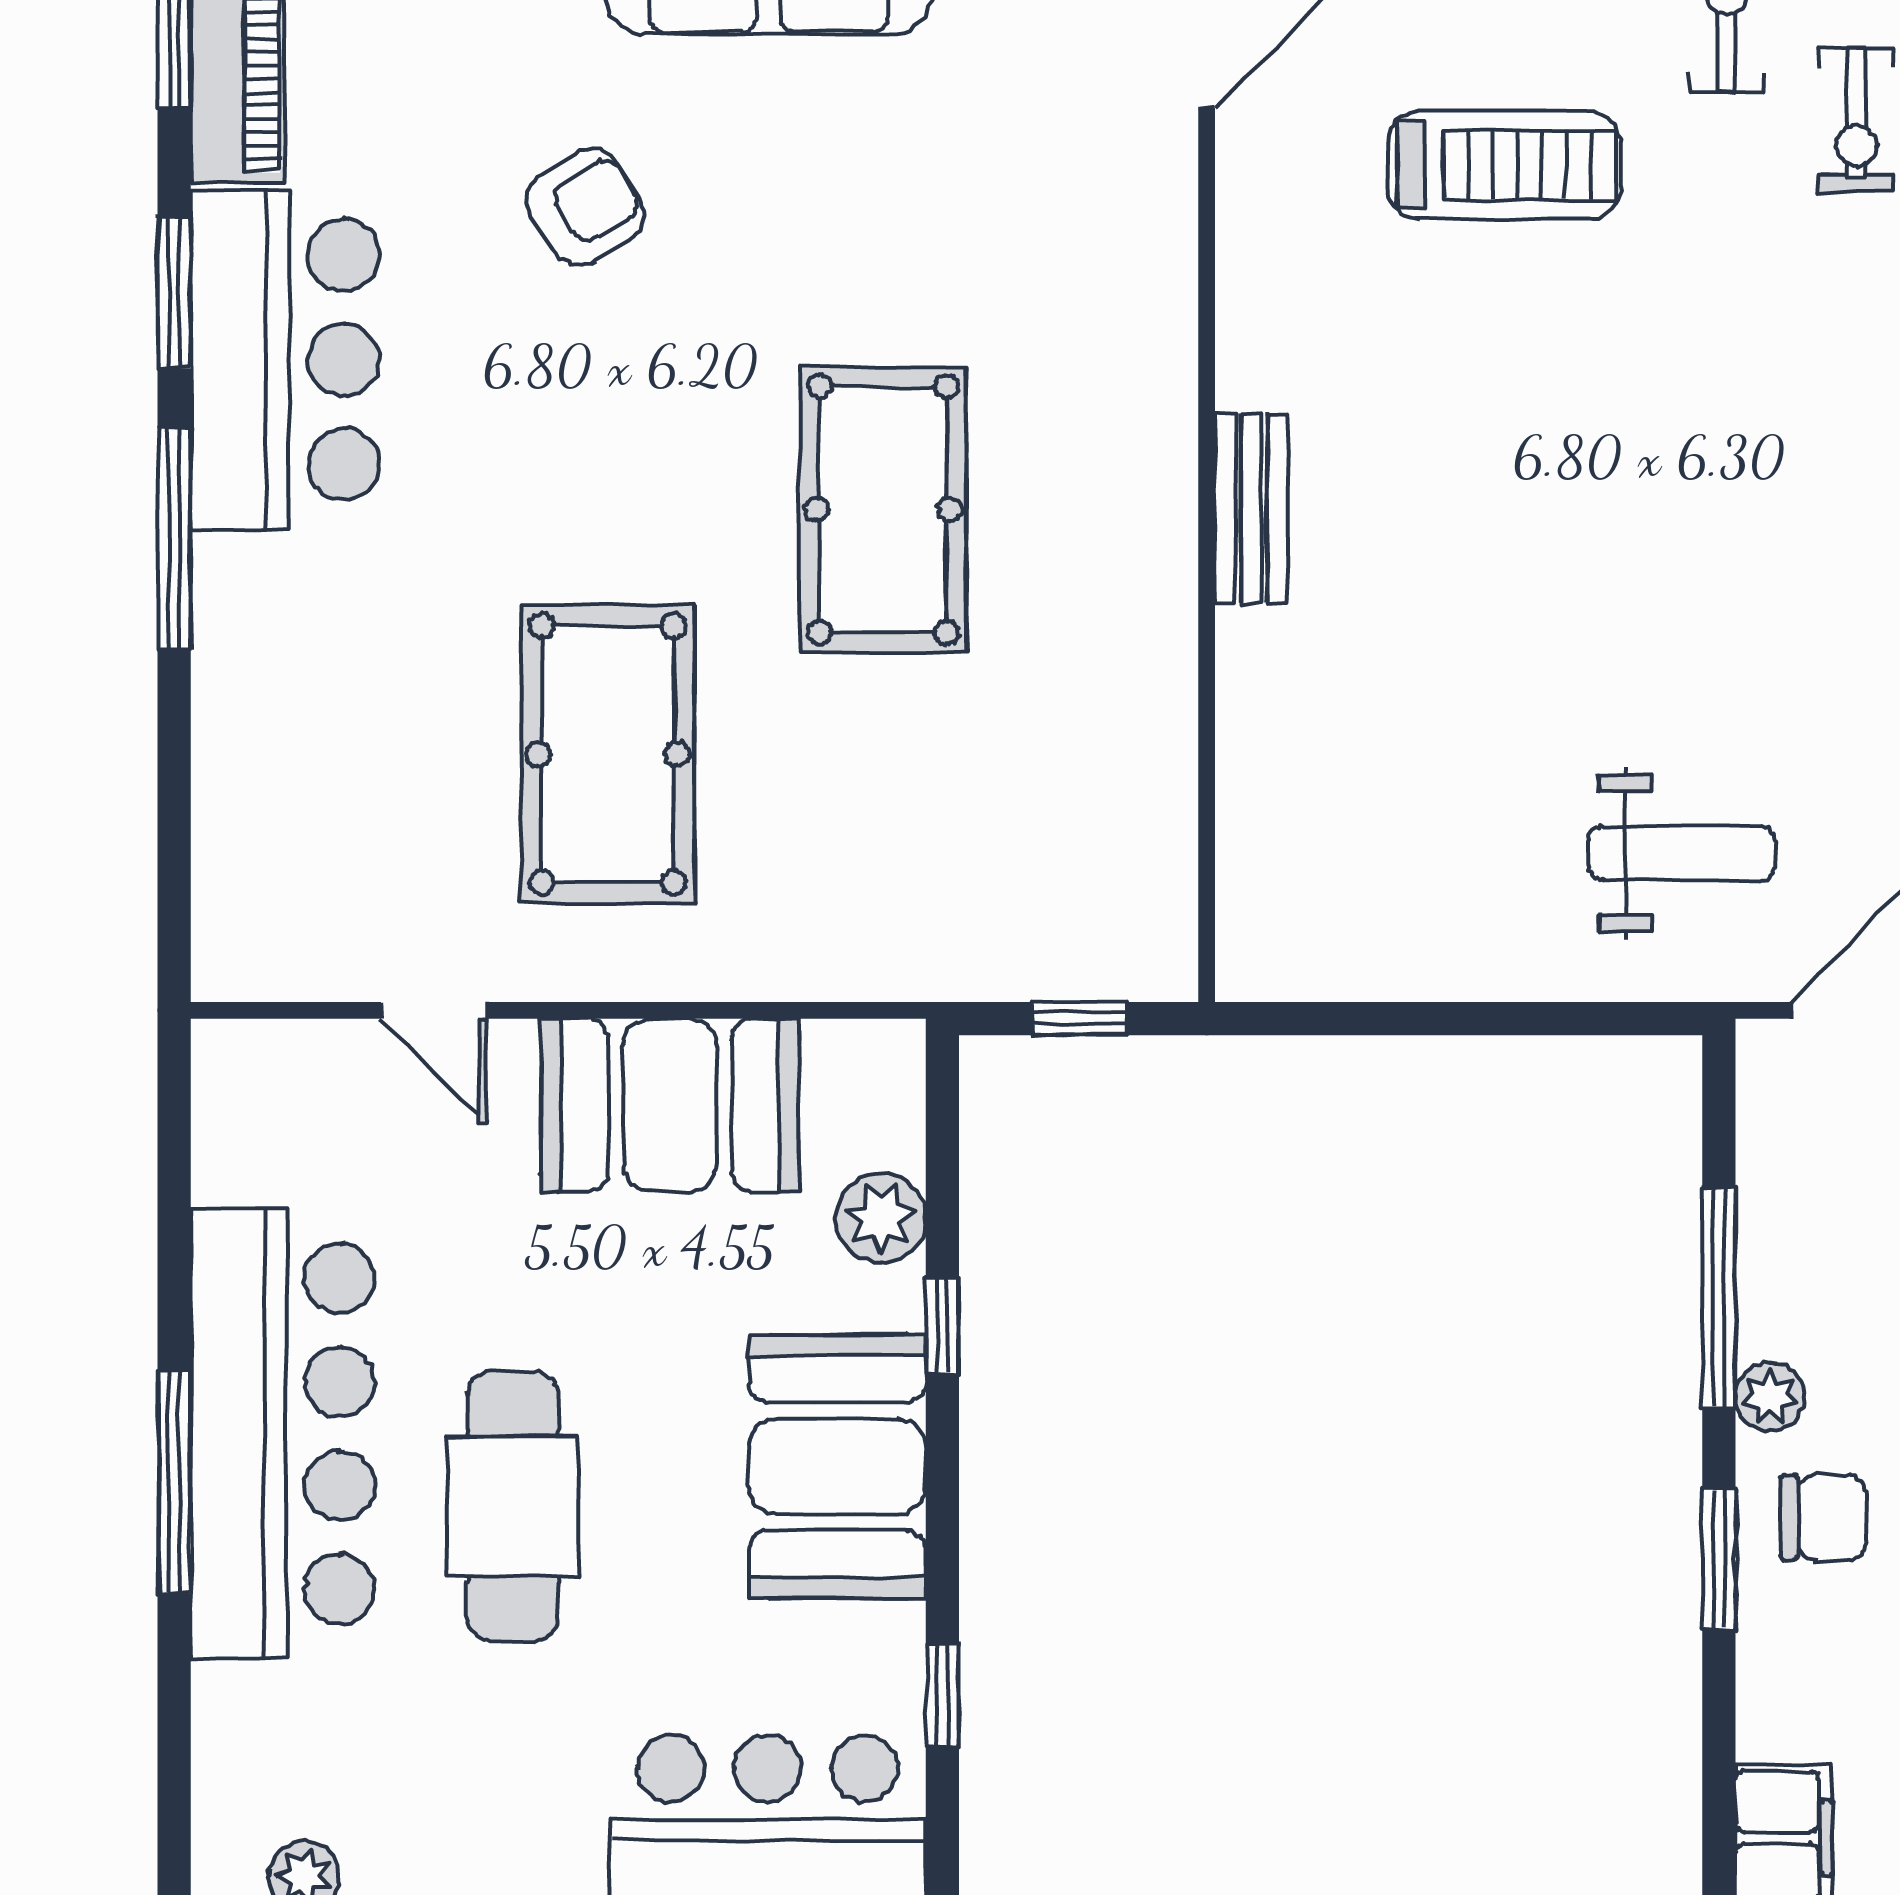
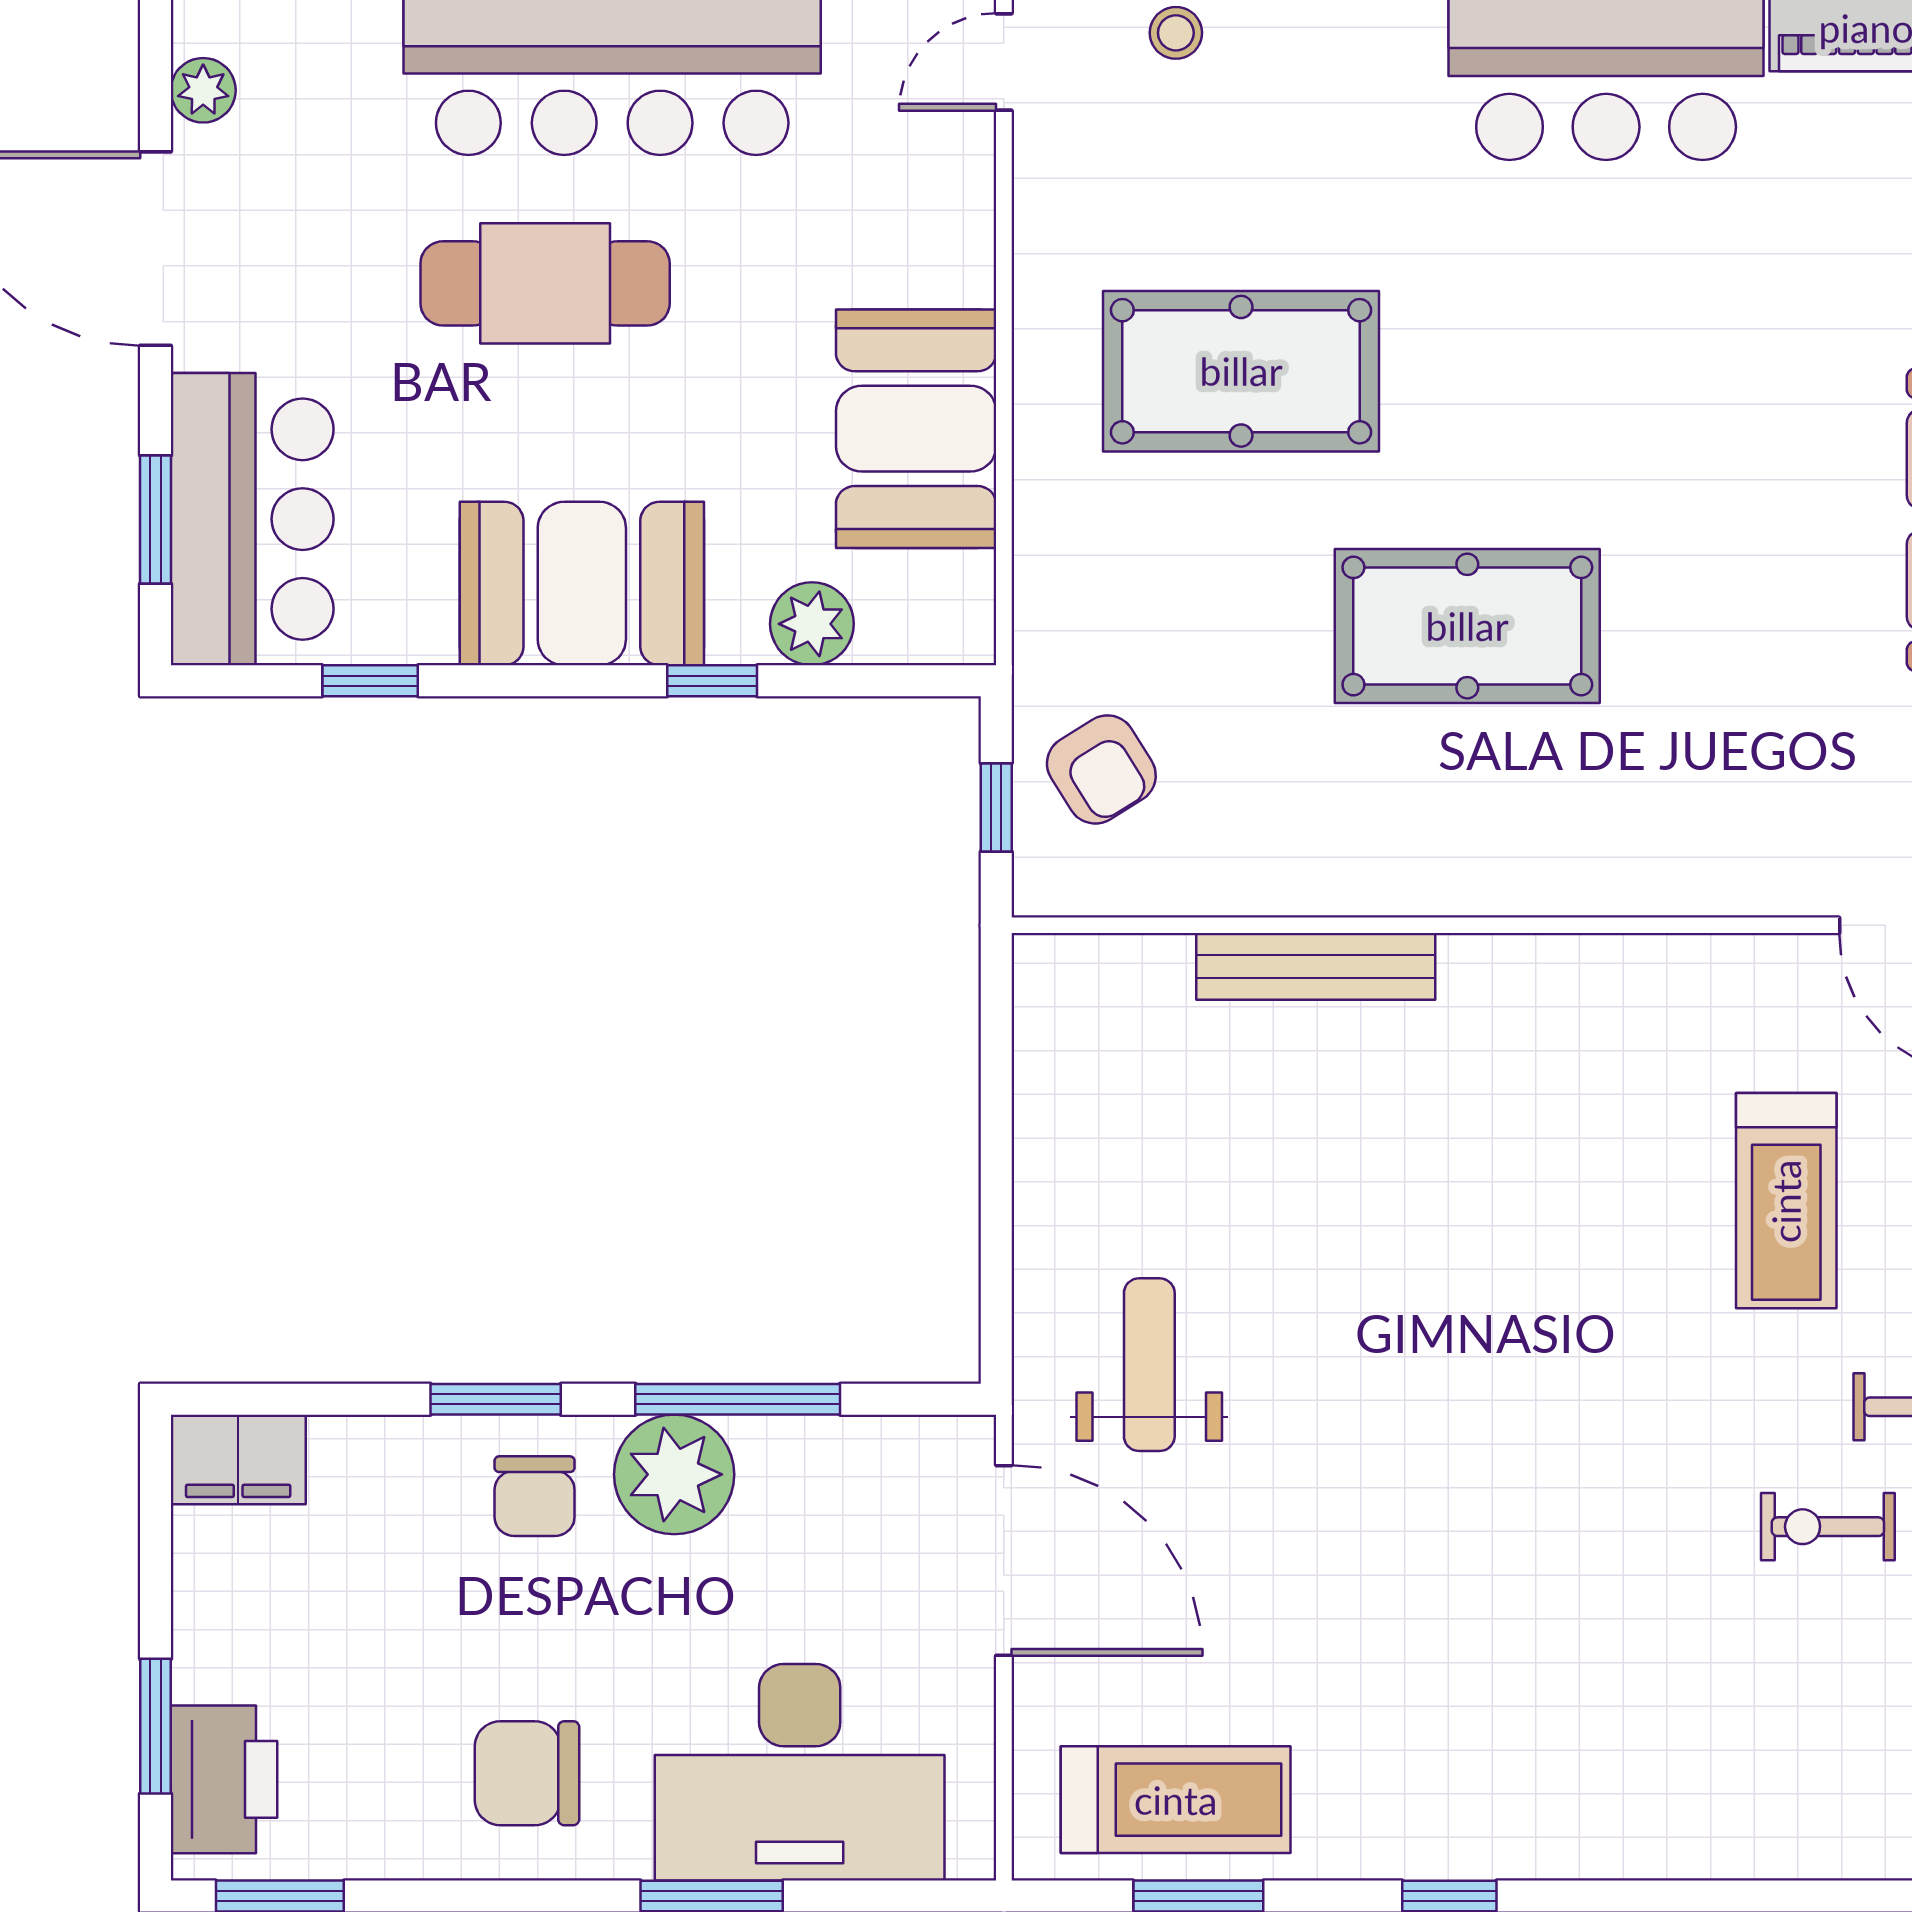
armchair: (585, 207) -> (1101, 769), moved
bench: (1251, 509) -> (1316, 966), moved, width x1.36
stool: (242, 825) -> (1176, 33), added
weight bench: (1681, 853) -> (1149, 1365), turned 180
door: (433, 1010) -> (1004, 62), moved
plant: (1770, 1397) -> (674, 1474), width x1.88, depth x1.88

